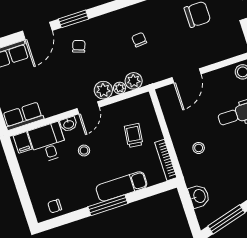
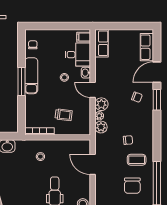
coffee table: (161, 20) -> (137, 160), added
door: (37, 31) -> (157, 72), hinge flipped
exam couch: (122, 186) -> (31, 76), moved

